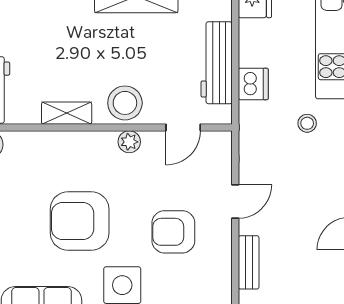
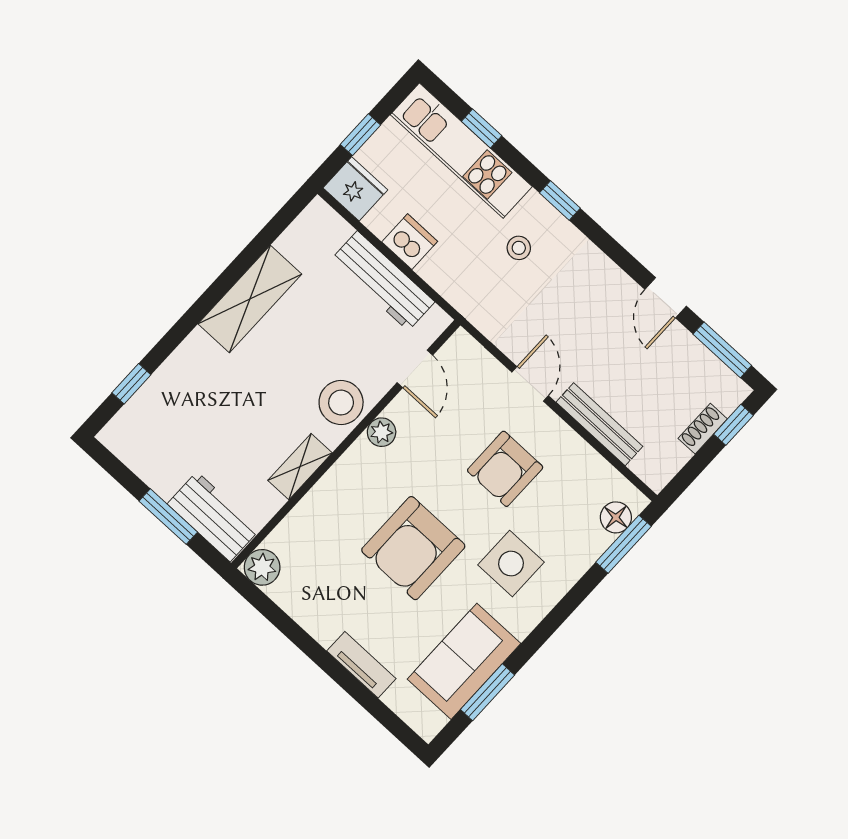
dishwasher: (253, 84) -> (410, 242), moved
bench: (249, 262) -> (599, 424), width x1.36

